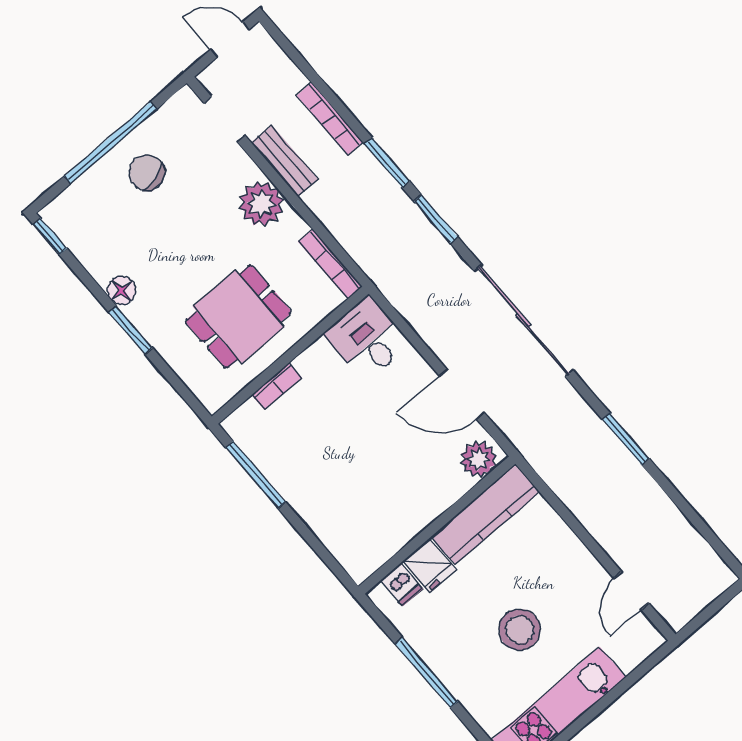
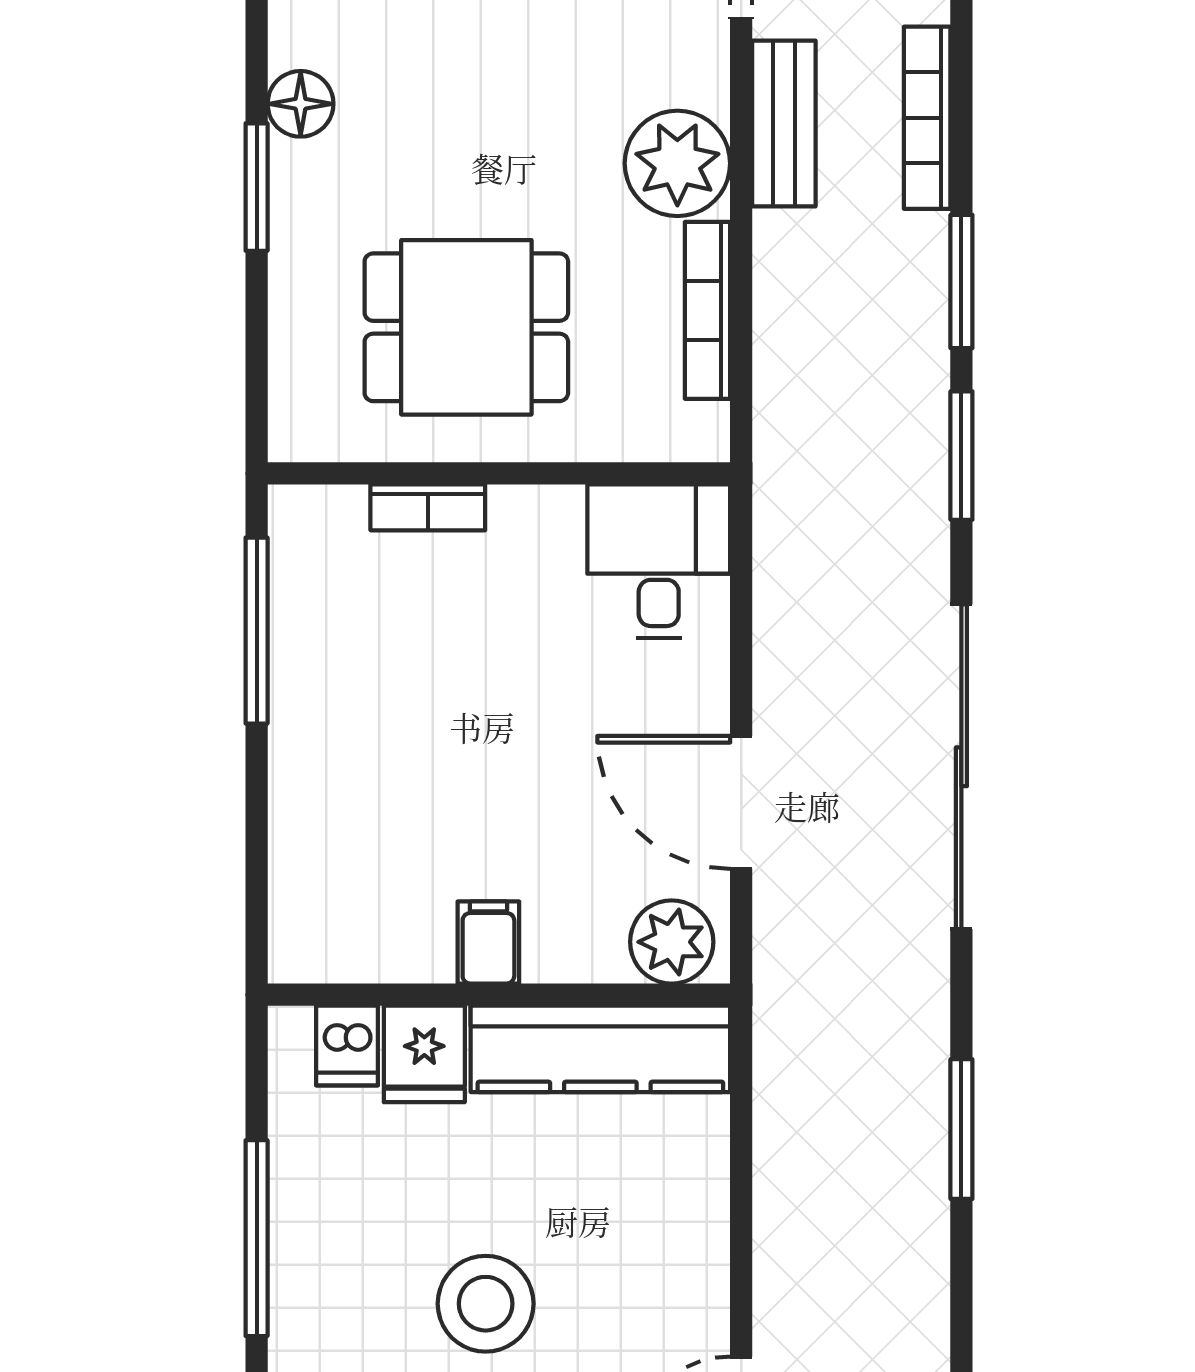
bookcase: (330, 264) -> (707, 310), moved
filing cabinet: (419, 511) -> (488, 943), added

